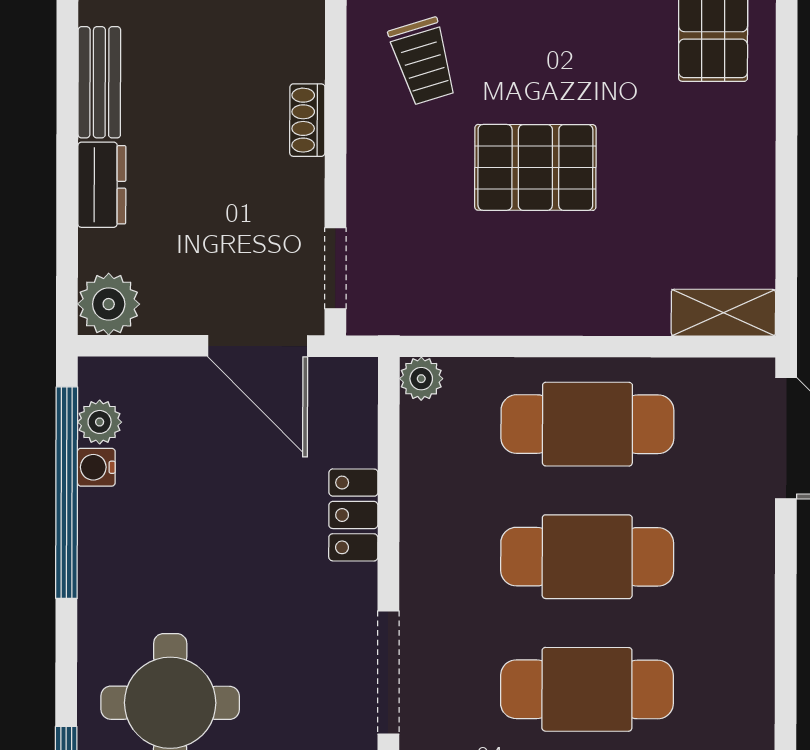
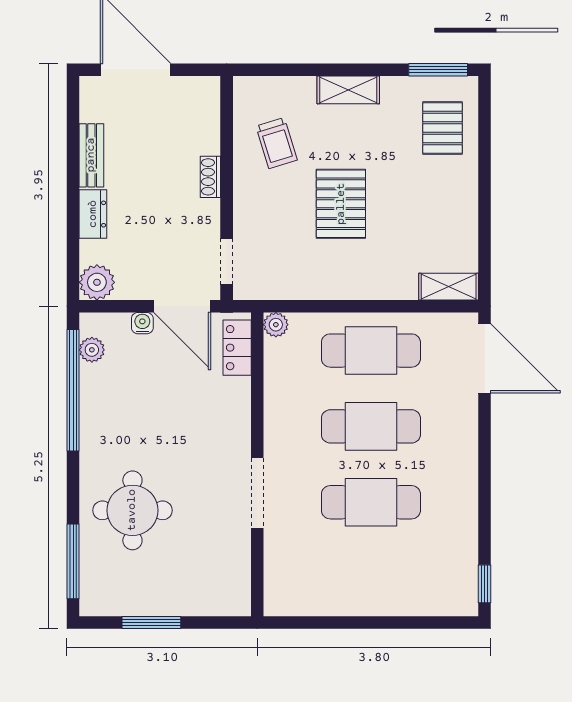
pallet: (535, 167) -> (341, 204), turned 90
water cooler: (96, 467) -> (142, 323), moved, turned 90
locker: (353, 515) -> (237, 348), moved

